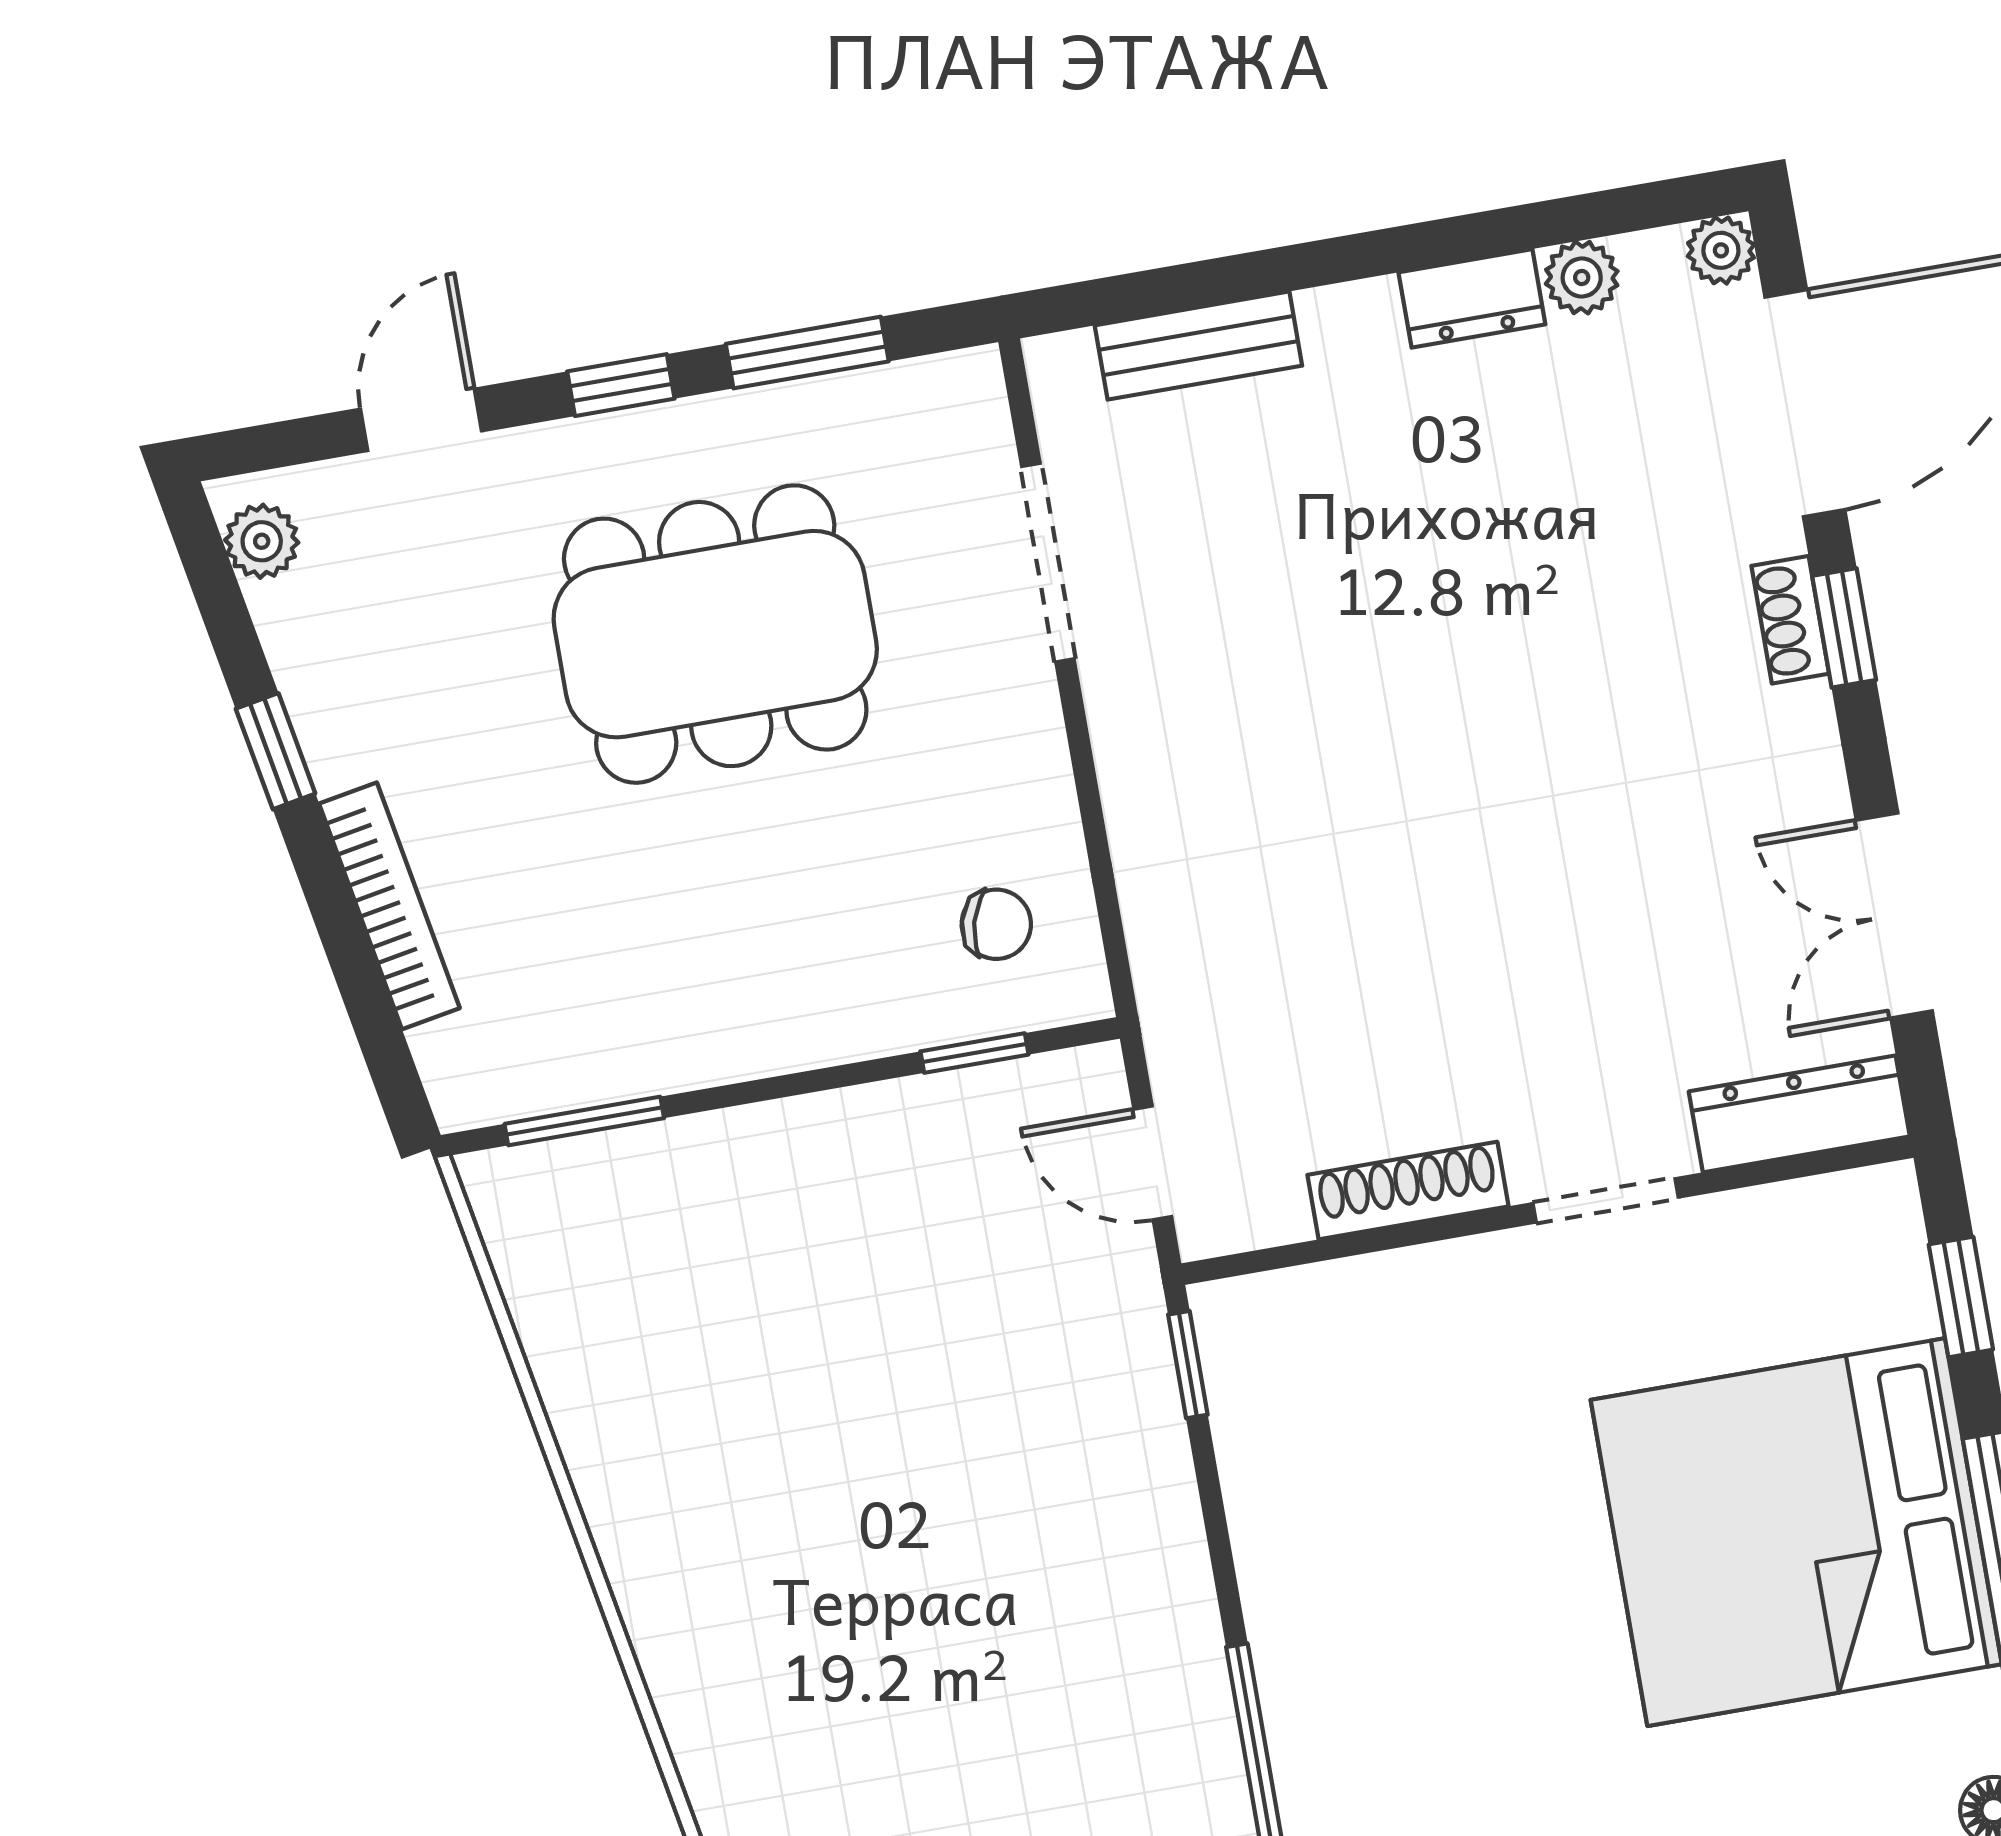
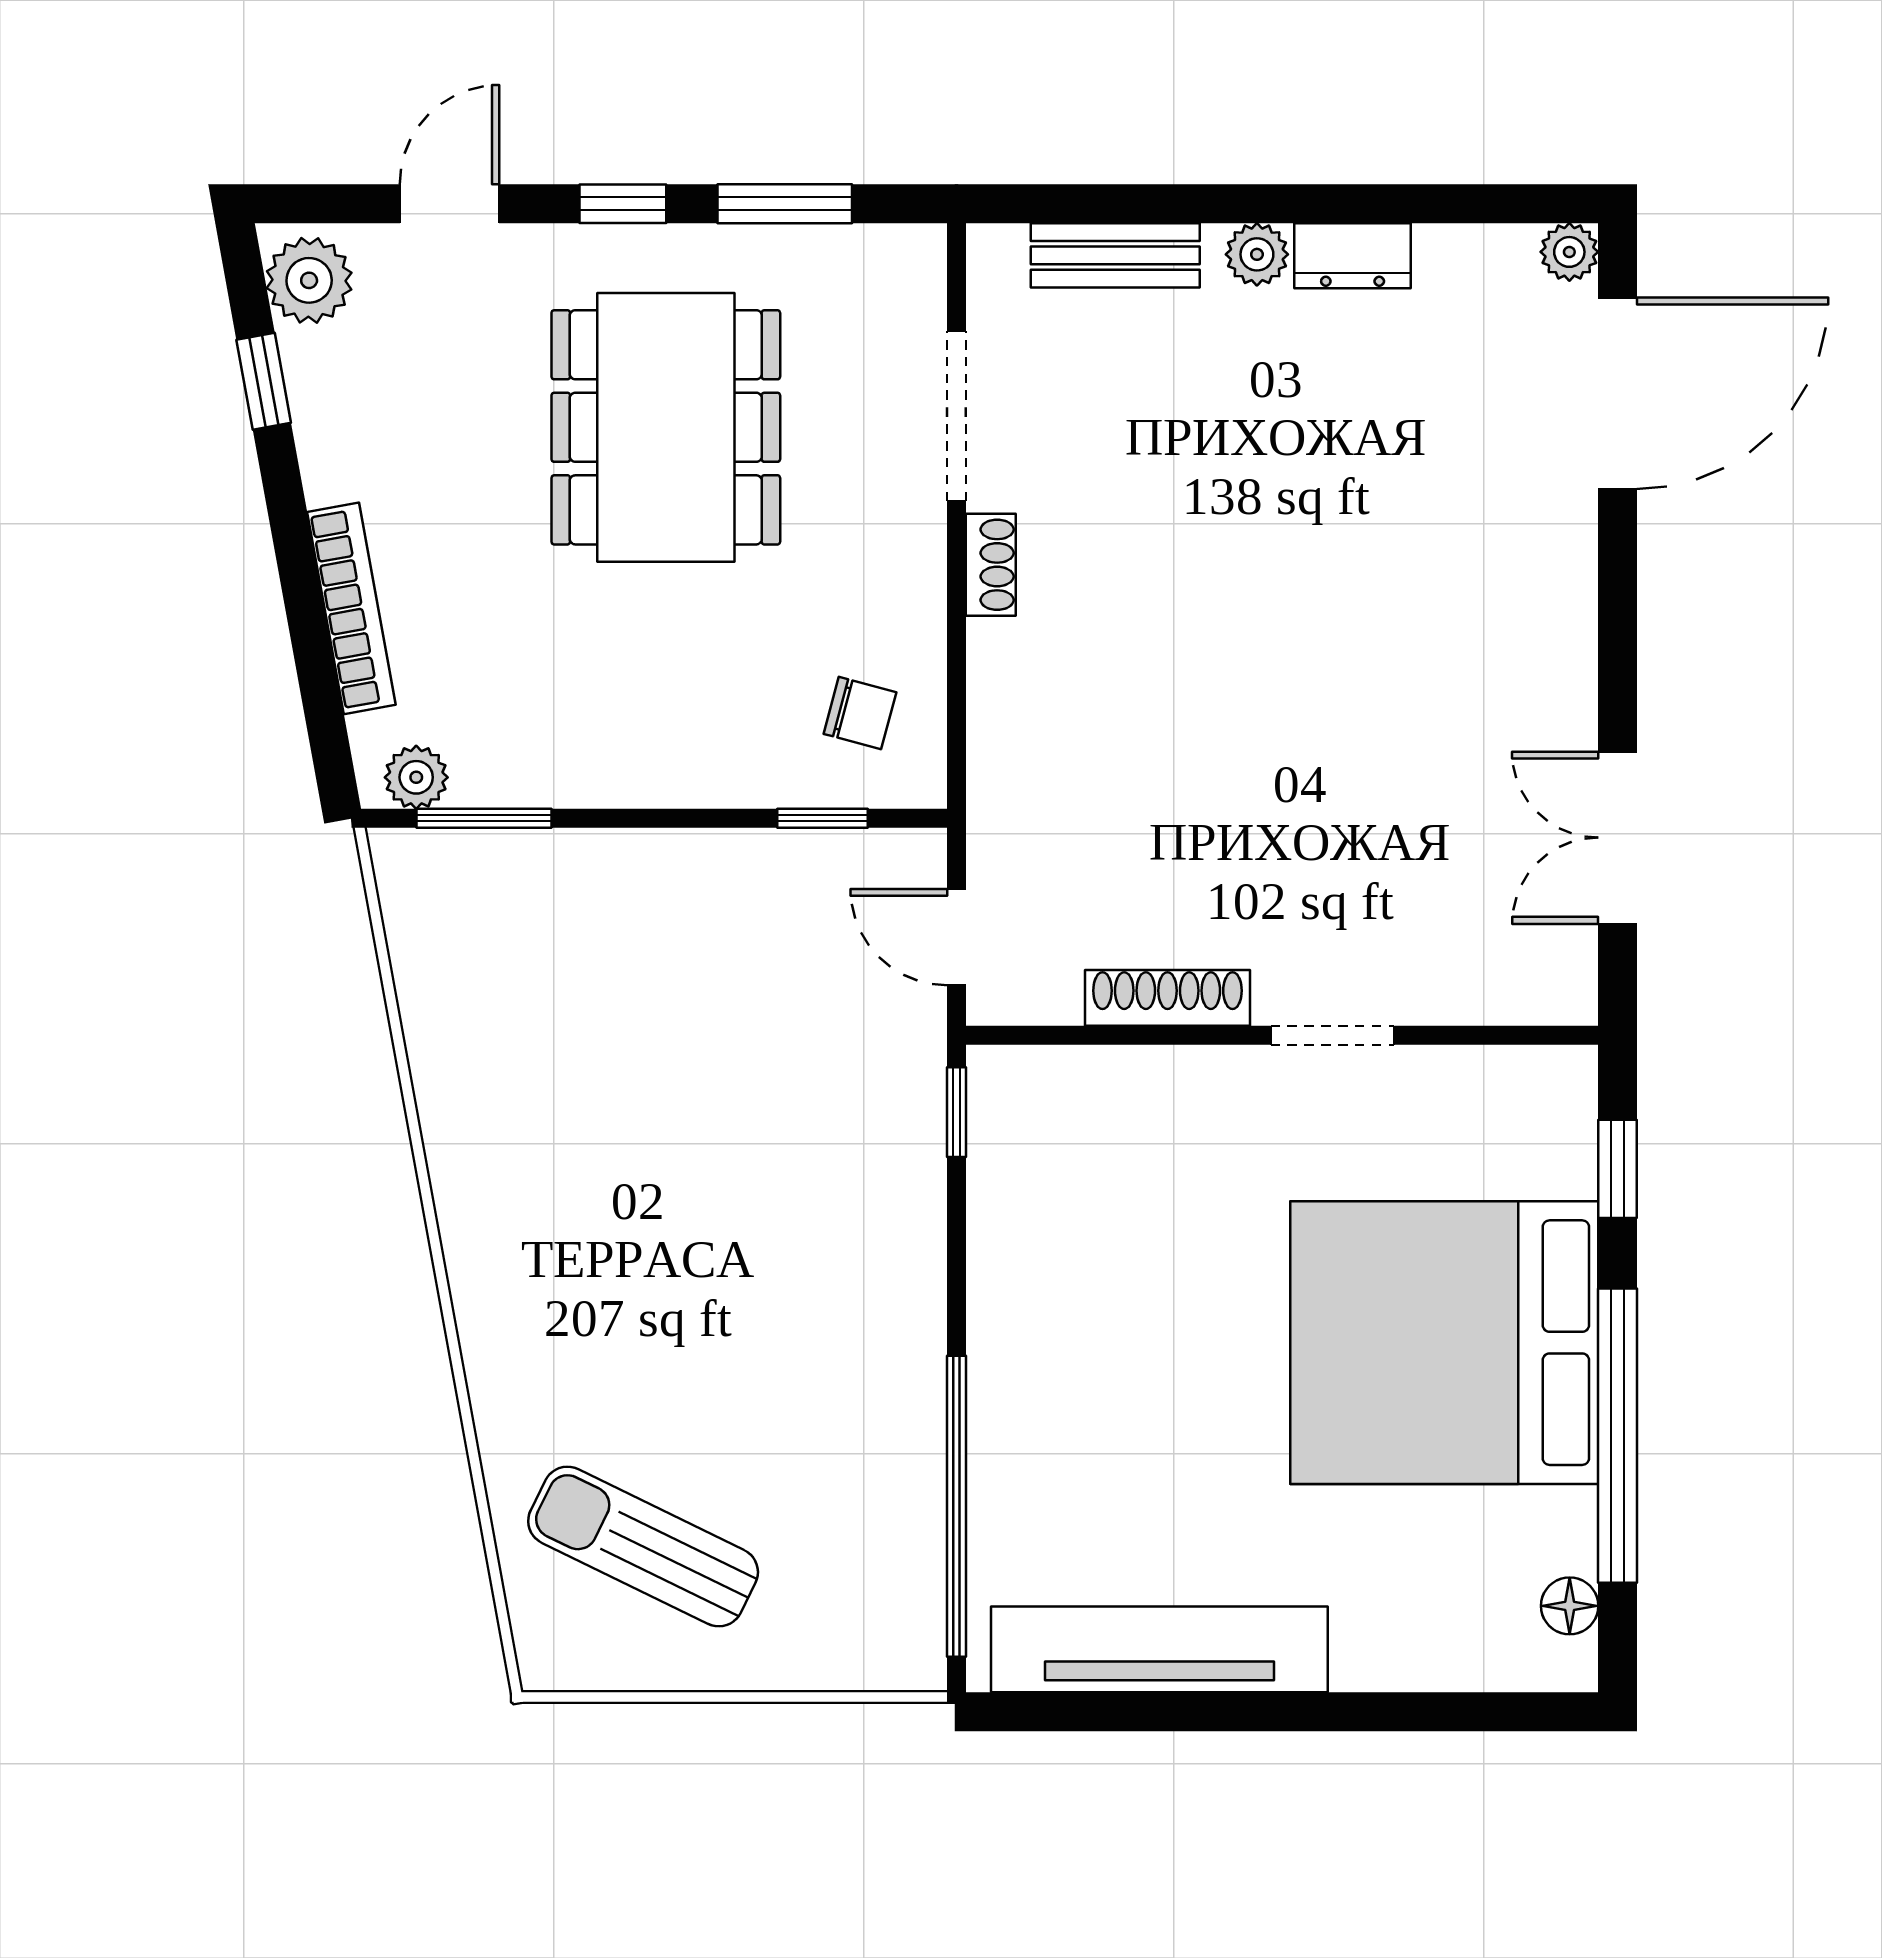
plant: (1582, 277) -> (1257, 254), moved
plant: (262, 541) -> (309, 280), width x1.38, depth x1.38
shoe rack: (1790, 620) -> (991, 565), moved, turned 180
window: (1844, 628) -> (1618, 588), removed
dining table: (715, 634) -> (666, 427), turned 90
window: (276, 751) -> (264, 381), moved
plant: (498, 1087) -> (416, 777), added
dresser: (1799, 1114) -> (1508, 991), removed

